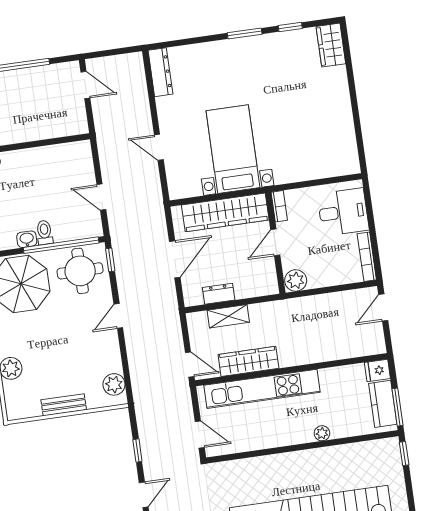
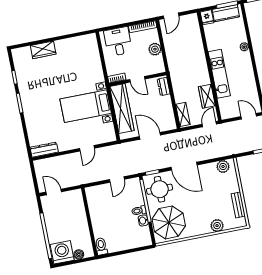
wardrobe: (331, 45) -> (43, 50), moved
door: (85, 85) -> (54, 192), hinge flipped
plant: (296, 280) -> (155, 49), moved
dresser: (219, 294) -> (164, 86), moved
door: (383, 307) -> (171, 16), hinge flipped
door: (118, 316) -> (184, 166), width x1.87
shelving: (228, 316) -> (183, 114), moved
wardrobe: (248, 361) -> (207, 96), width x0.67
kitchen unit: (262, 389) -> (219, 74), width x0.73
bench: (64, 405) -> (238, 205), moved
door: (200, 434) -> (249, 116), hinge flipped

